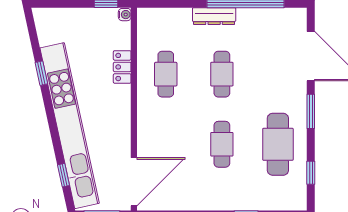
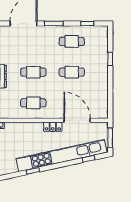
locker: (122, 67) -> (53, 127), moved
cafe table: (278, 144) -> (72, 41), width x0.73, depth x0.74
door: (134, 182) -> (77, 120), moved

